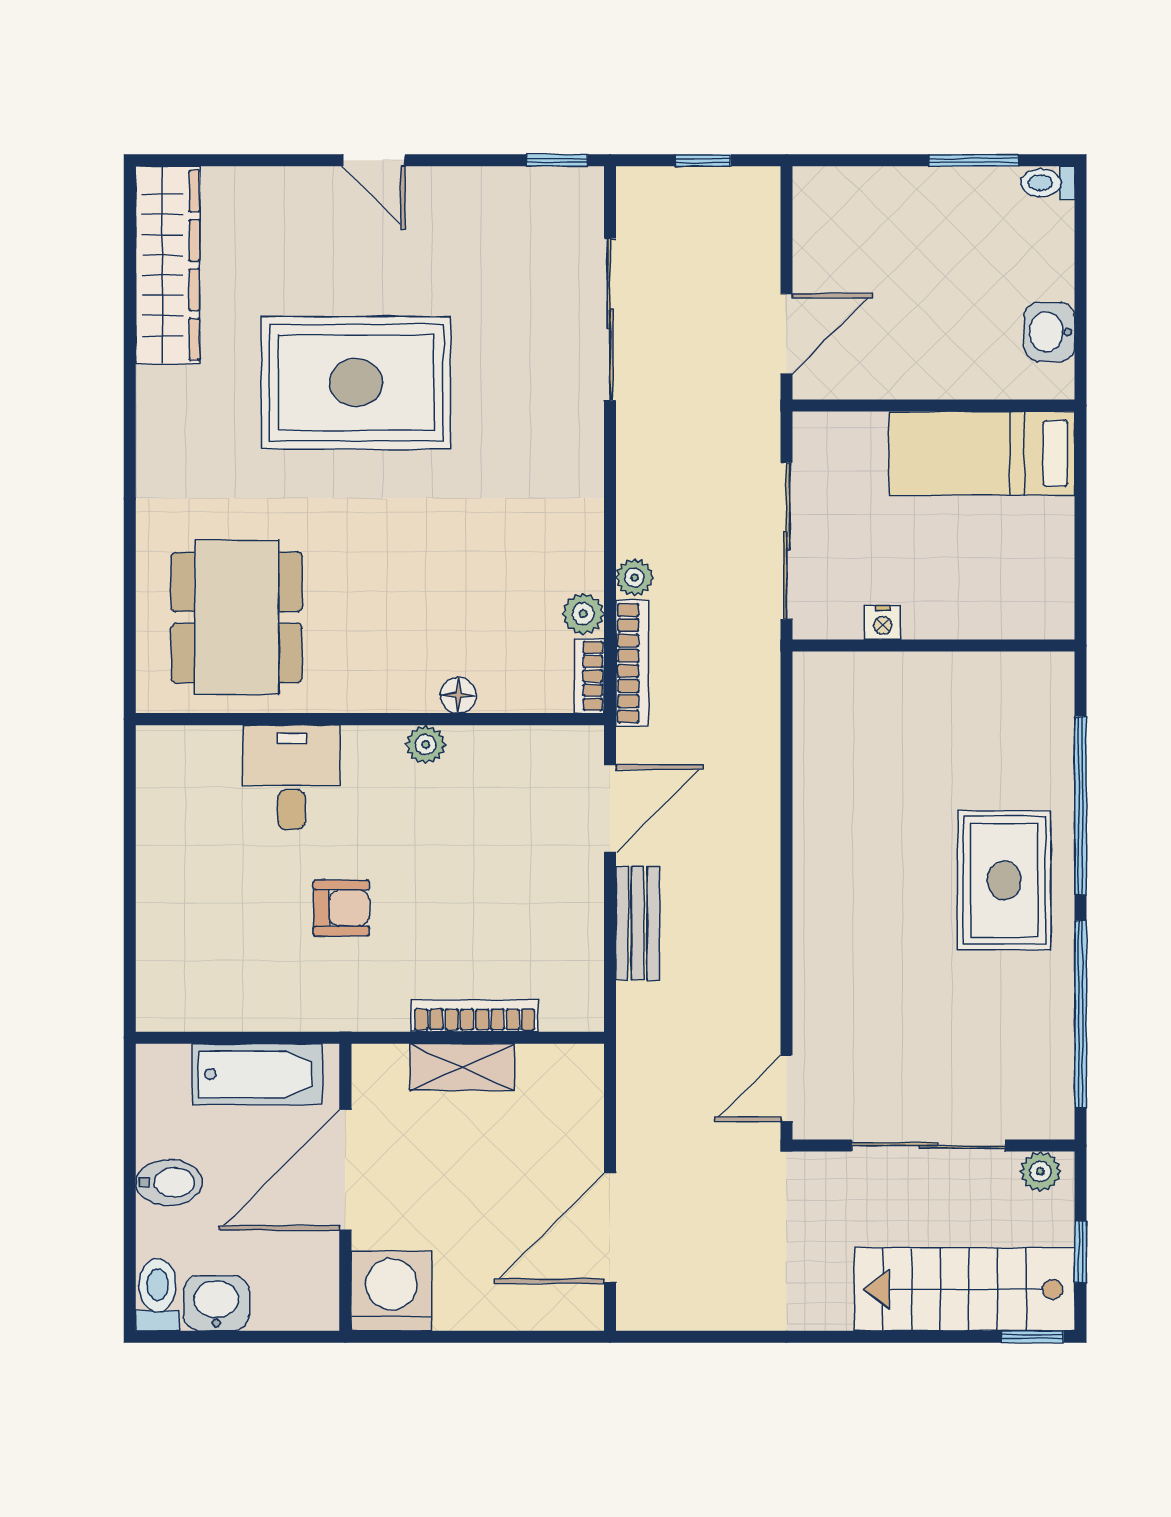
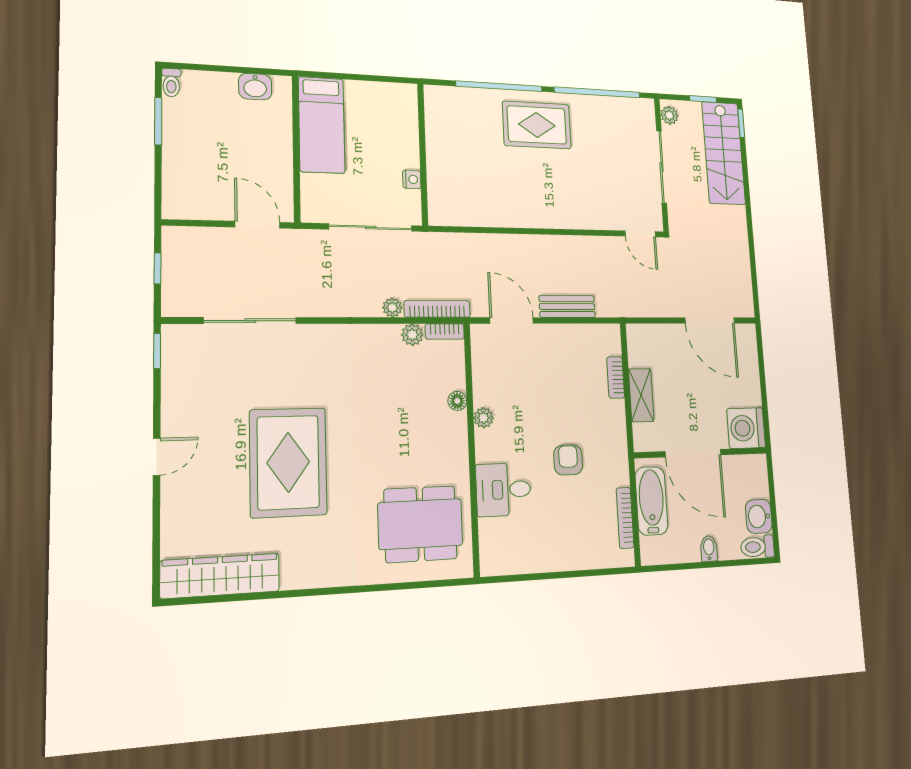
bookcase: (475, 1016) -> (616, 377), width x0.64
bookcase: (228, 1017) -> (625, 518), added
bidet: (169, 1182) -> (709, 549), width x0.72, depth x0.74

